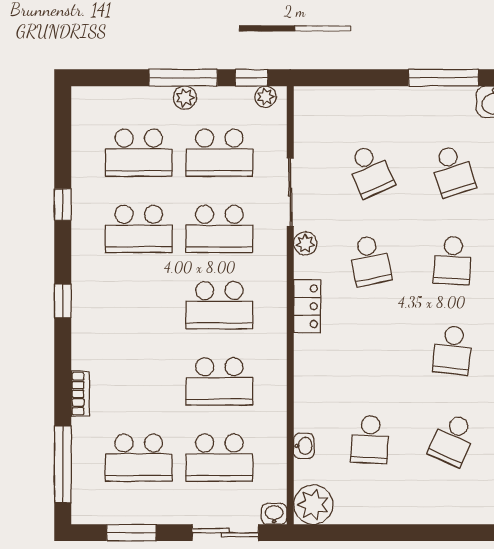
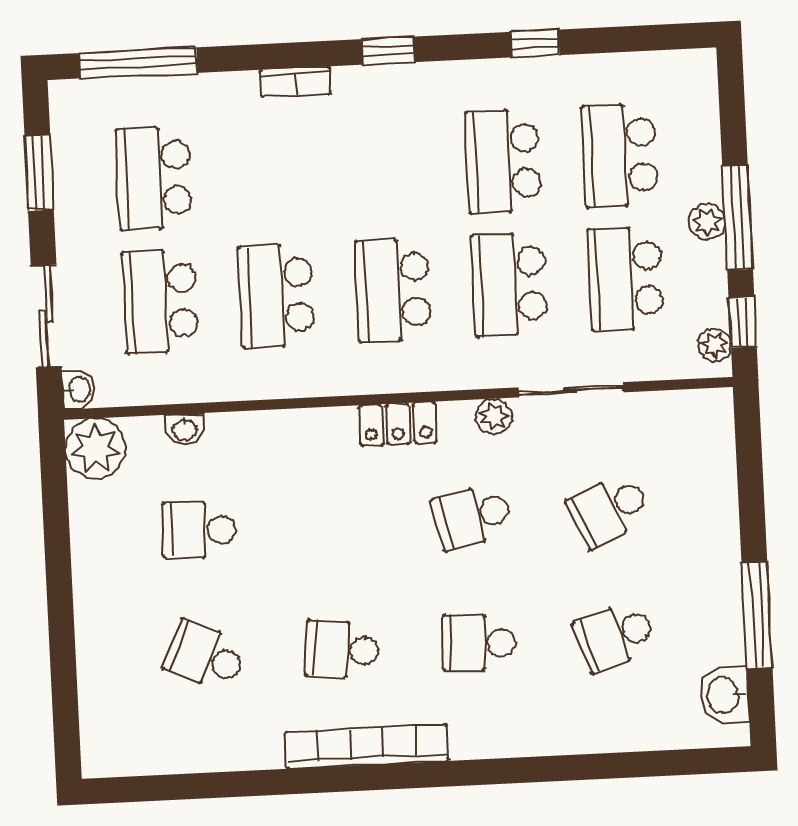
bookcase: (80, 394) -> (295, 82), moved

